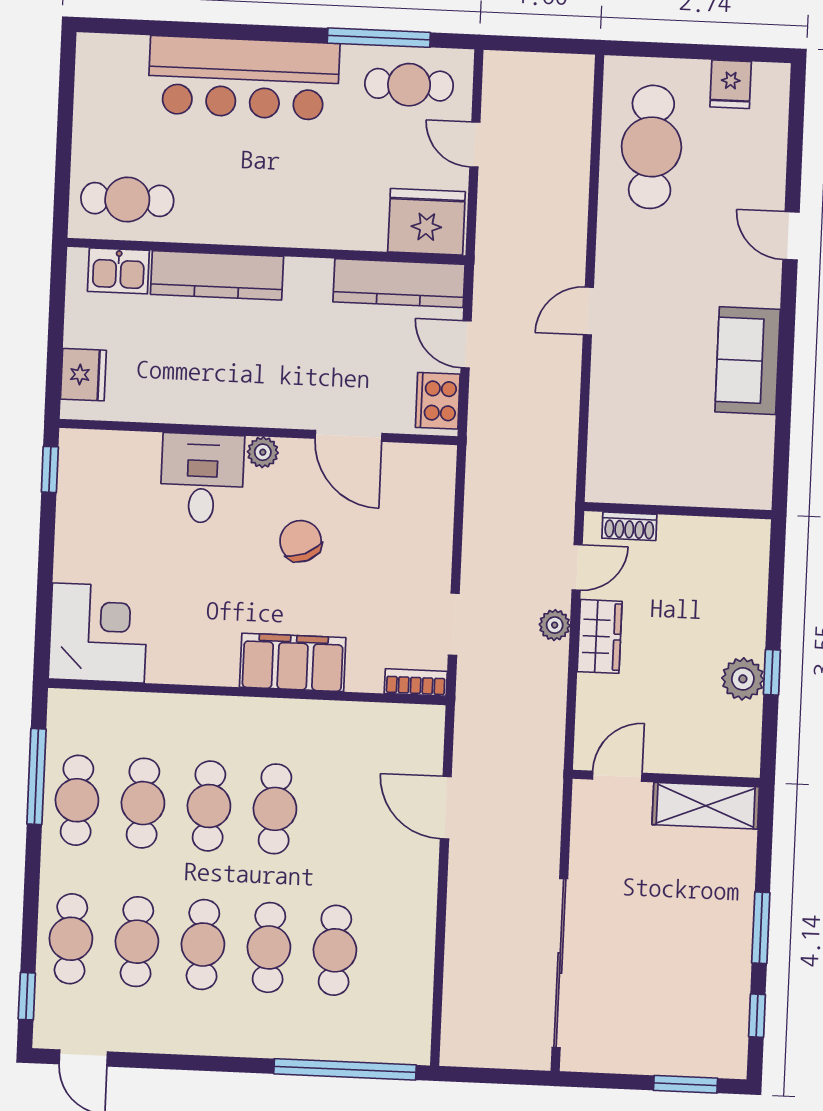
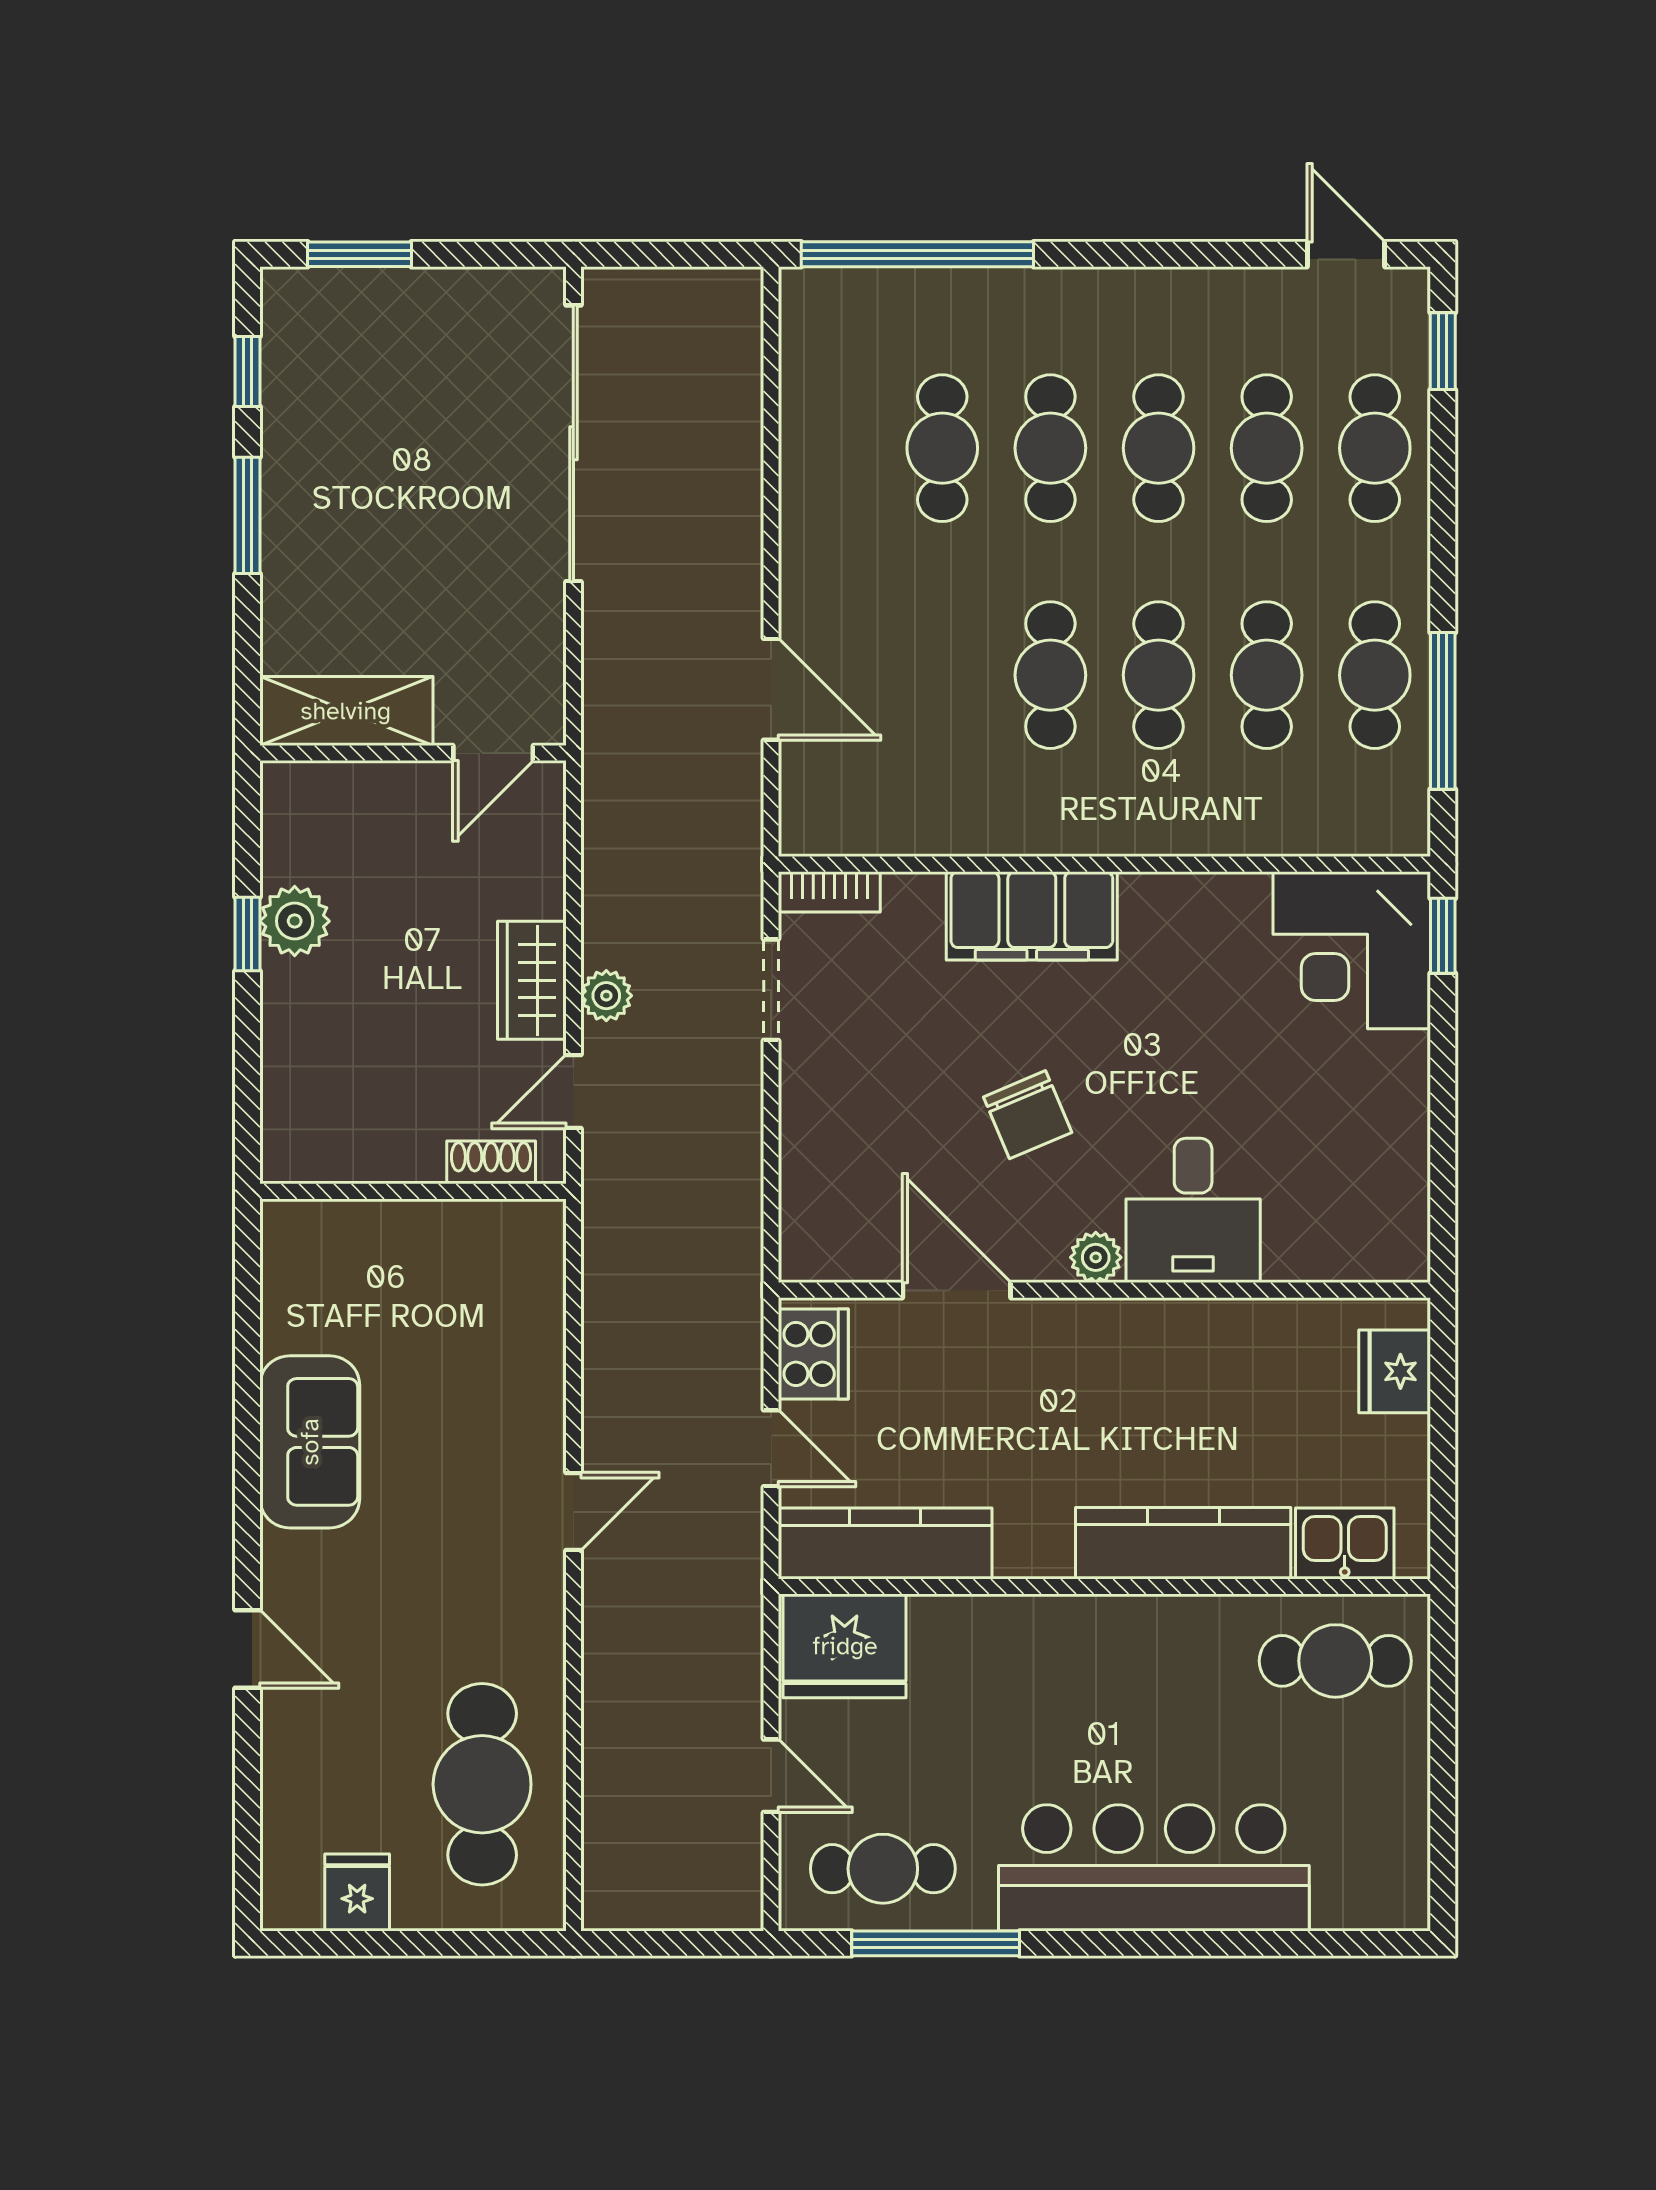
window: (50, 469) -> (1443, 936), moved

